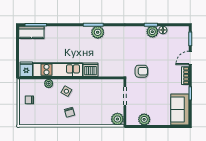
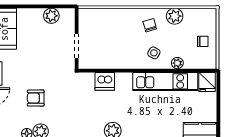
dishwasher: (90, 70) -> (105, 81), moved
armchair: (141, 71) -> (36, 98), moved
plant: (117, 119) -> (175, 16), moved

